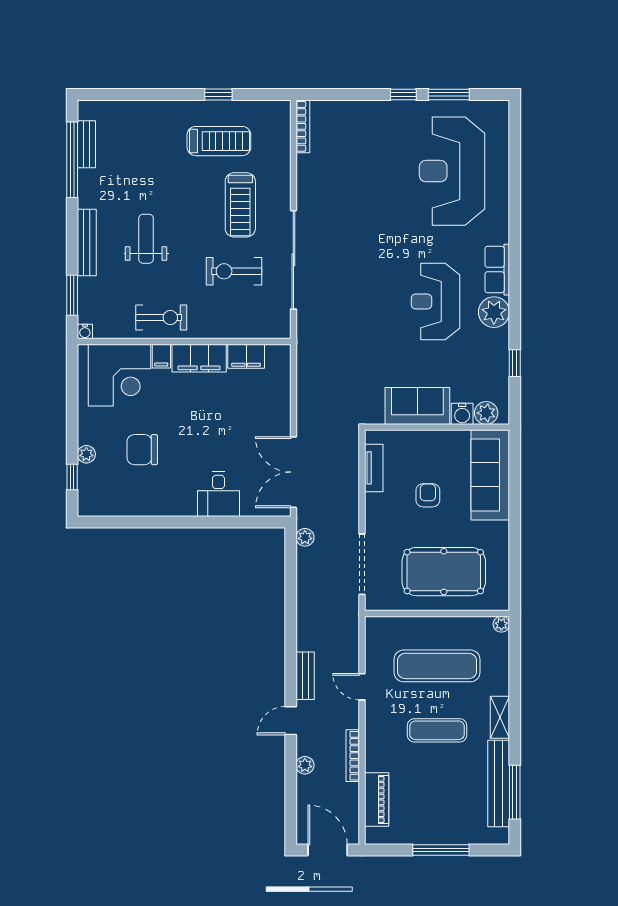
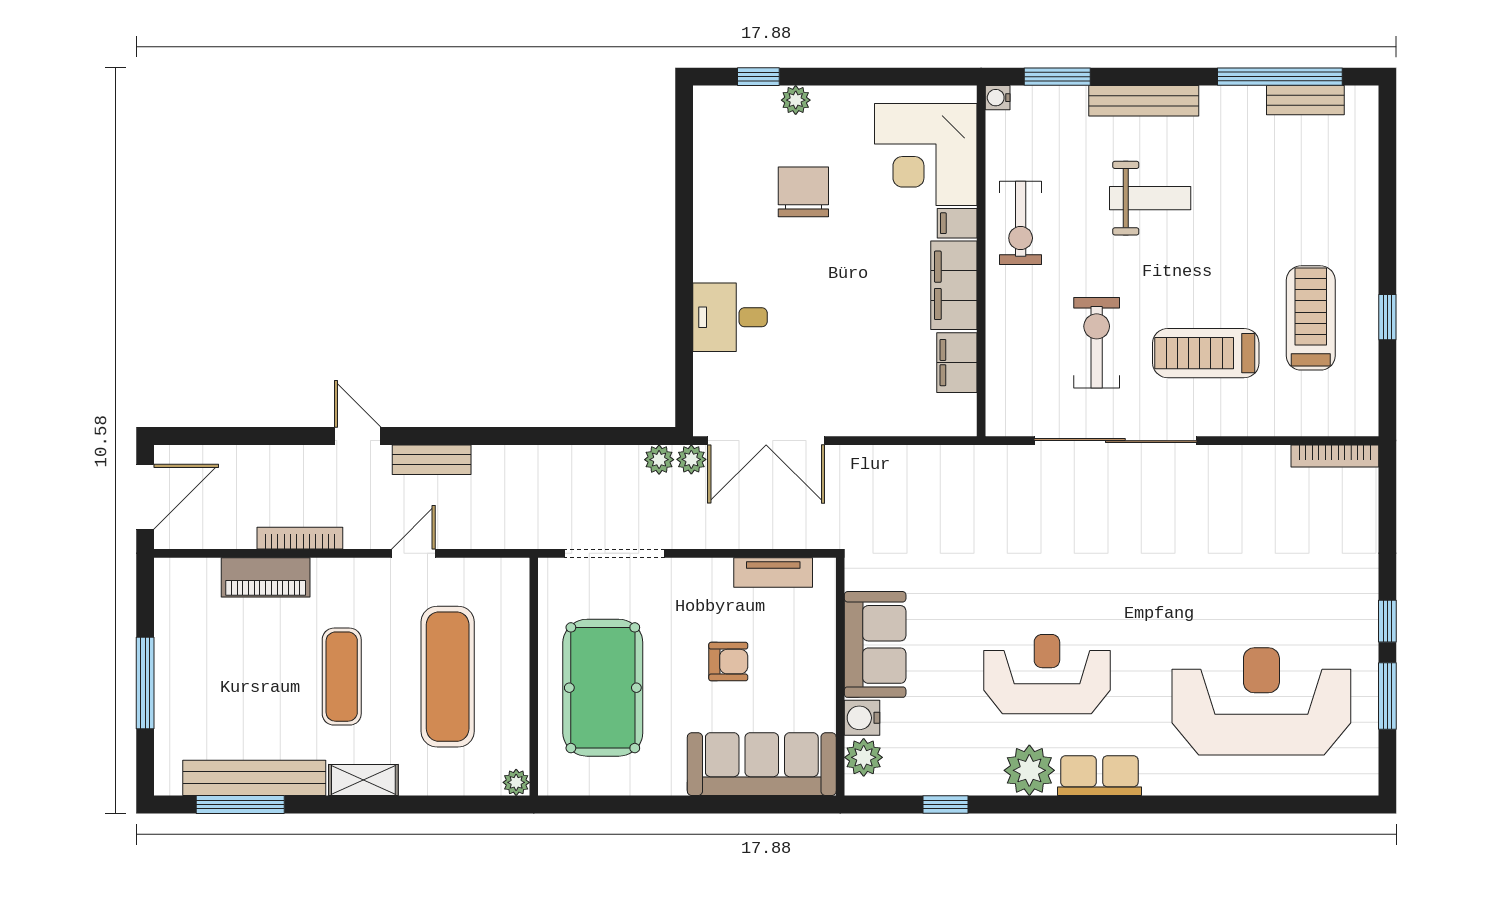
treadmill: (219, 141) -> (1311, 318), turned 180
double door: (293, 472) -> (766, 441), swing flipped
plant: (305, 765) -> (691, 459), moved
piano: (377, 799) -> (266, 577), moved

